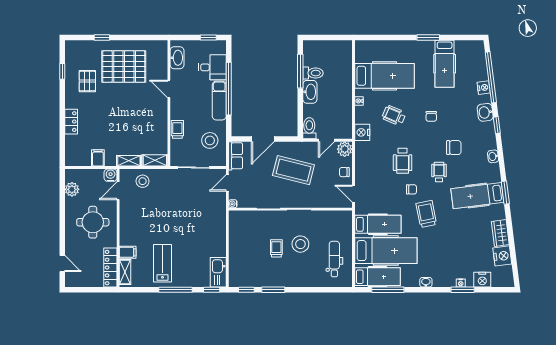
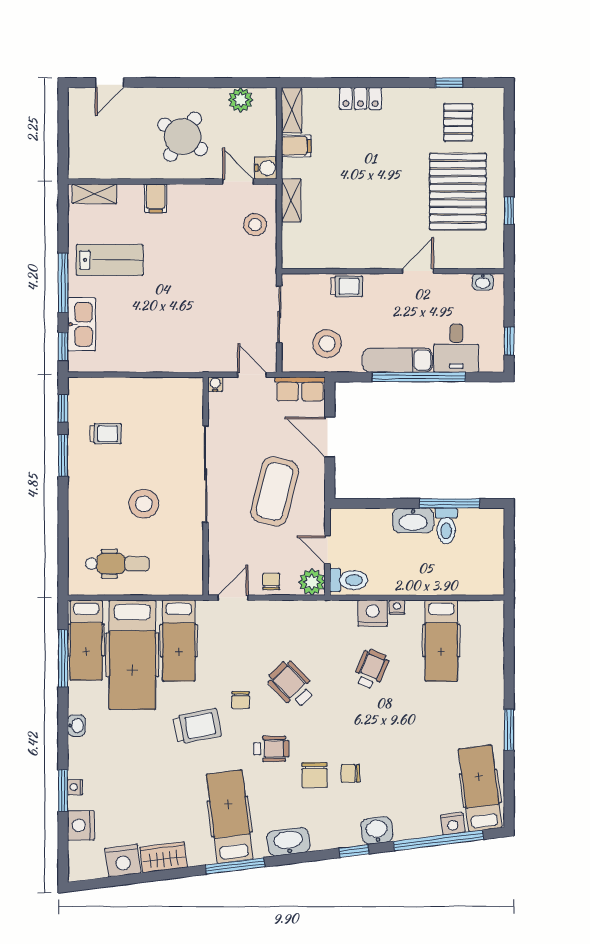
window: (102, 37) -> (509, 211), moved
washbasin: (177, 58) -> (483, 282), width x0.52, depth x0.69
hospital bed: (445, 64) -> (480, 788), moved, turned 83
hospital bed: (384, 76) -> (441, 641), width x0.73, depth x0.78
pallet: (87, 81) -> (458, 122), moved, turned 90
nightstand: (484, 88) -> (453, 824), moved
chair: (431, 116) -> (350, 773), moved
toilet: (309, 128) -> (349, 580), moved
nightstand: (362, 132) -> (373, 613), moved
washbasin: (493, 156) -> (288, 842), width x1.91, depth x1.45
shelving: (155, 160) -> (292, 110), moved
wheelchair: (403, 161) -> (291, 684), turned 46
window: (505, 193) -> (235, 866), width x1.44
round table: (93, 222) -> (183, 137), turned 34
trolley: (276, 248) -> (106, 434), moved
filing cabinet: (128, 252) -> (156, 198), moved
locker: (110, 268) -> (102, 168), removed
kitchen sink: (218, 272) -> (82, 324), moved, turned 90

